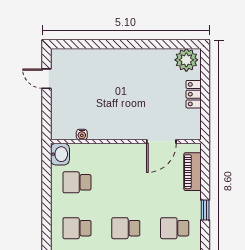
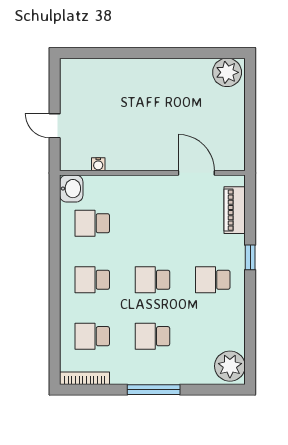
door: (46, 79) -> (55, 126), moved
locker: (194, 94) -> (236, 115), removed
door: (161, 141) -> (196, 173), swing flipped

